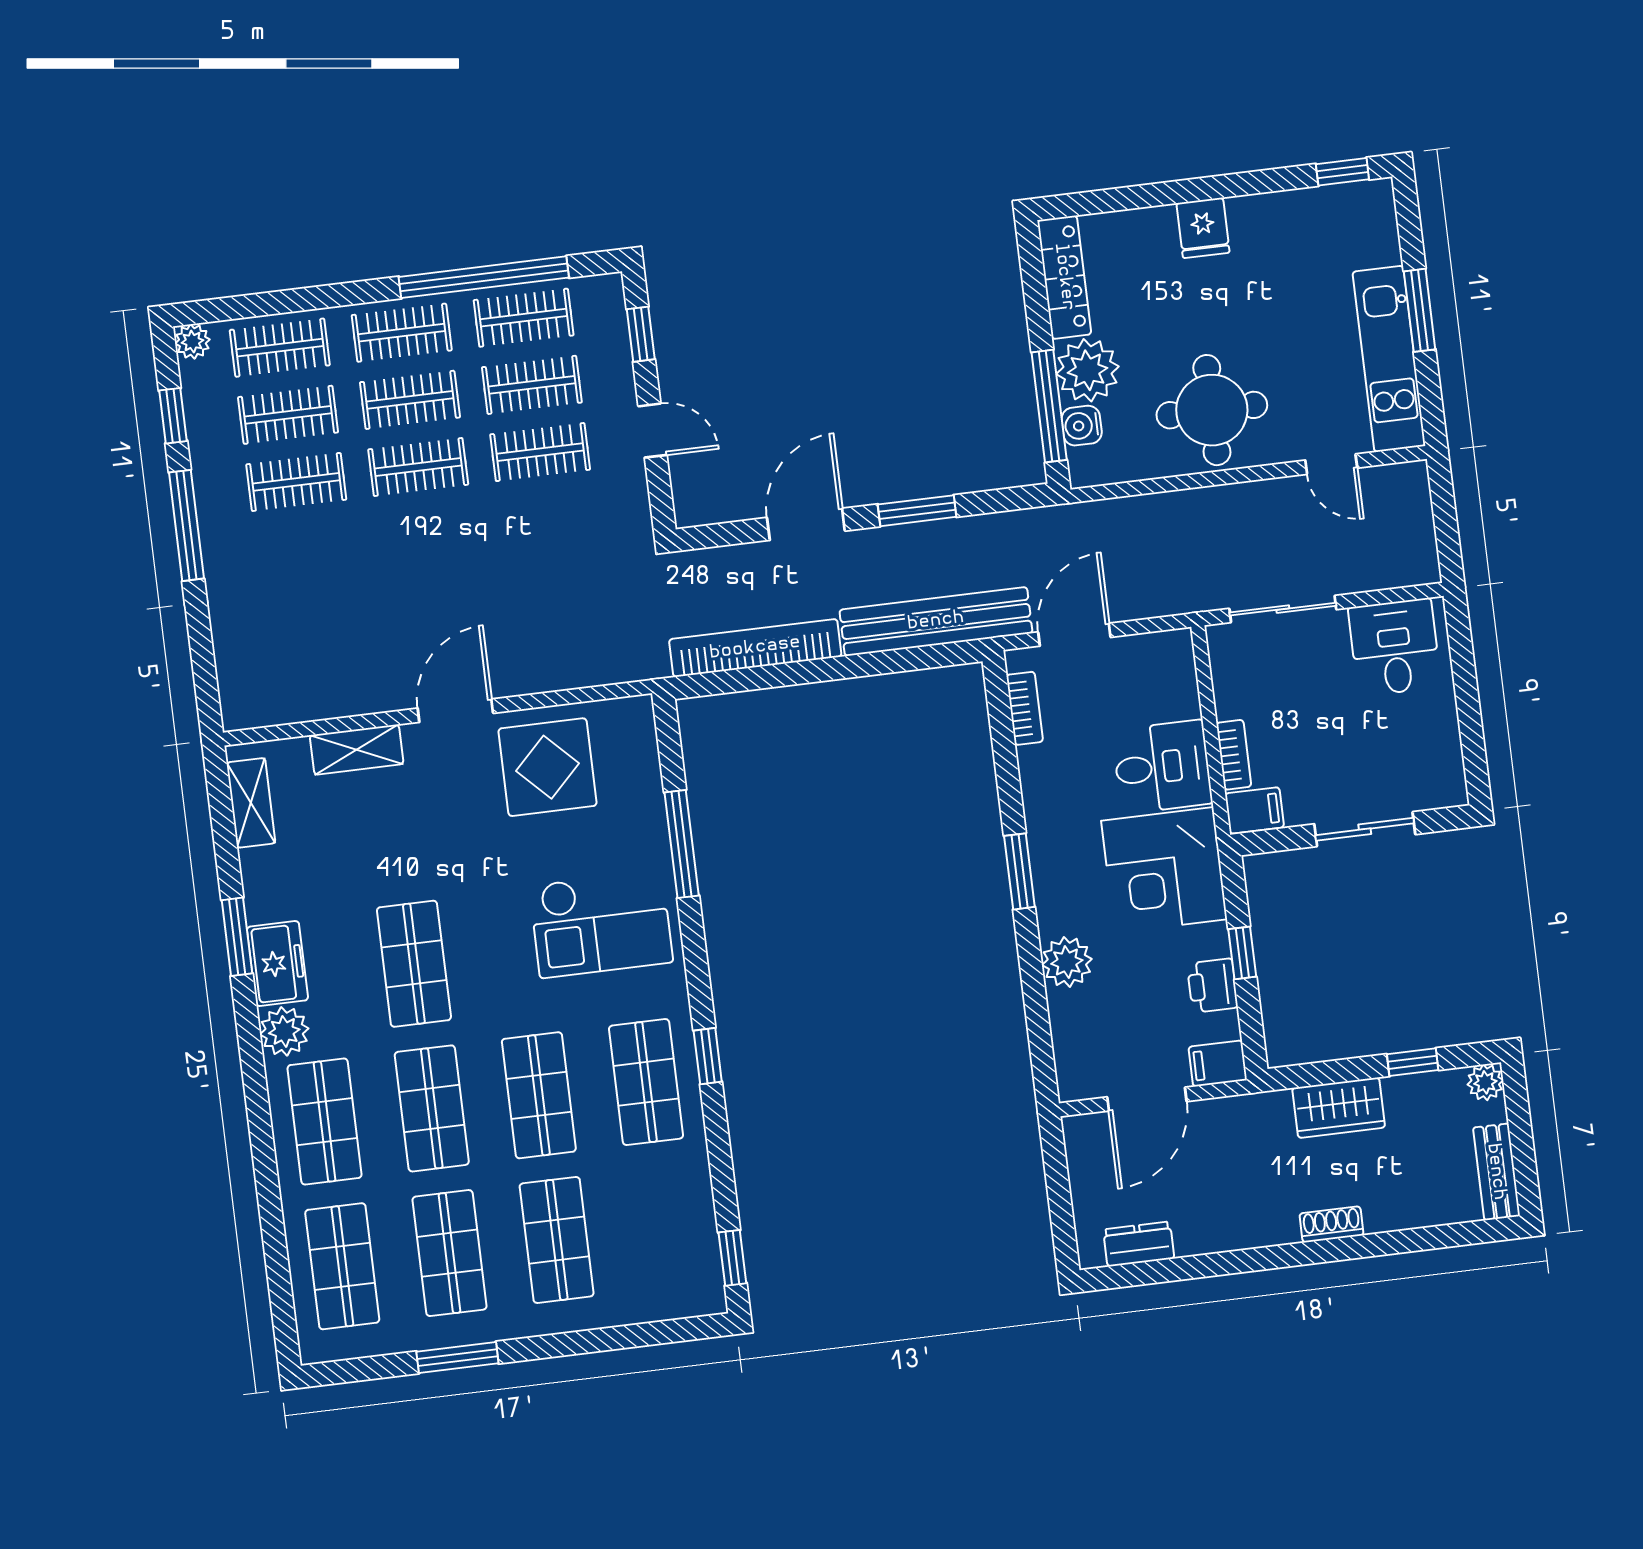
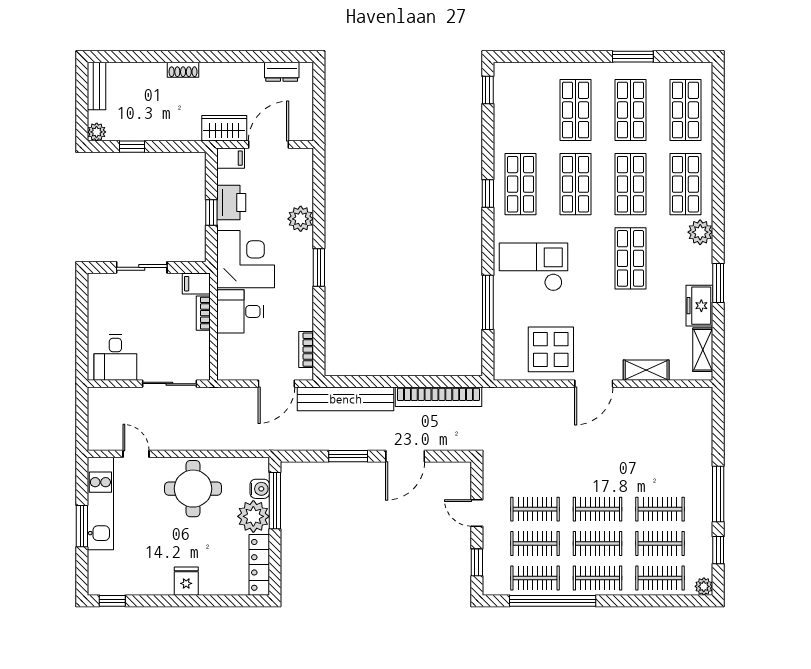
freezer: (277, 964) -> (699, 306), moved
printer: (1212, 986) -> (231, 202), width x1.36, depth x1.24
wardrobe: (1339, 1108) -> (224, 128), moved

